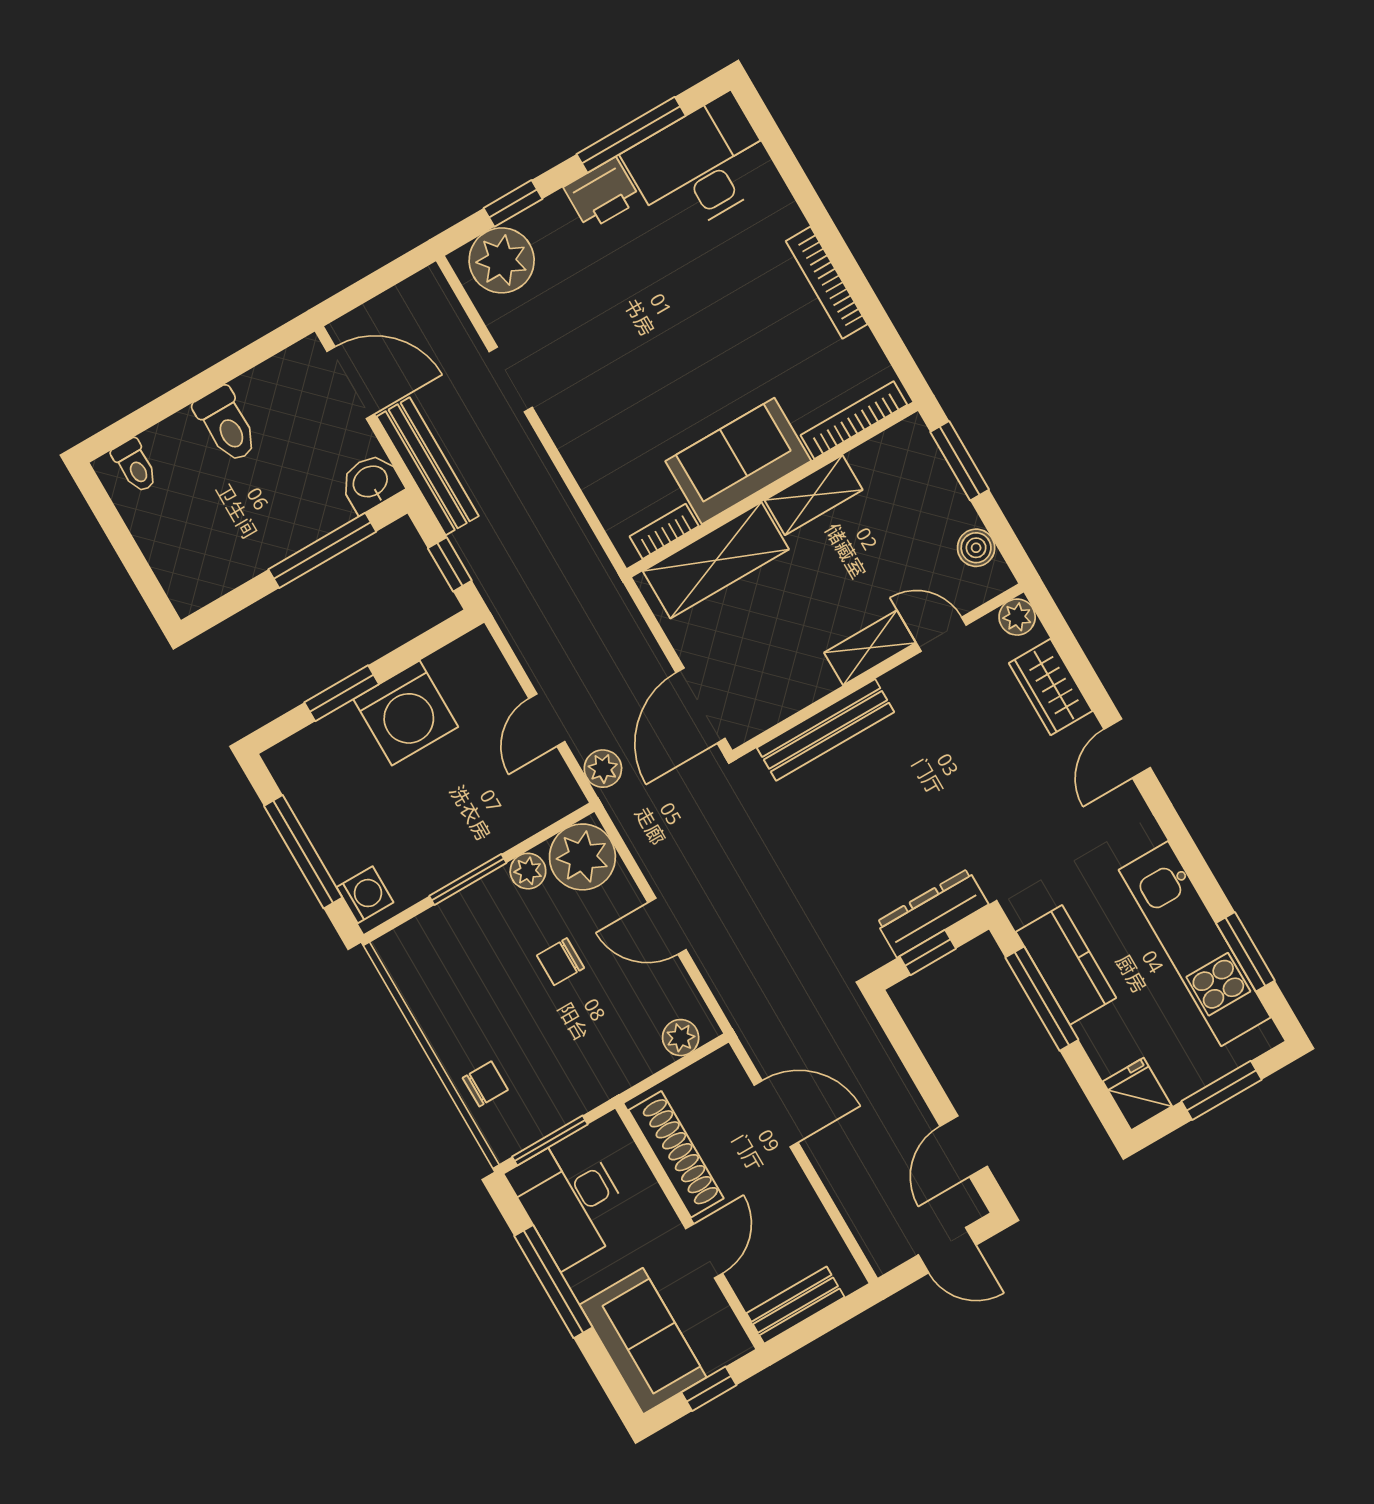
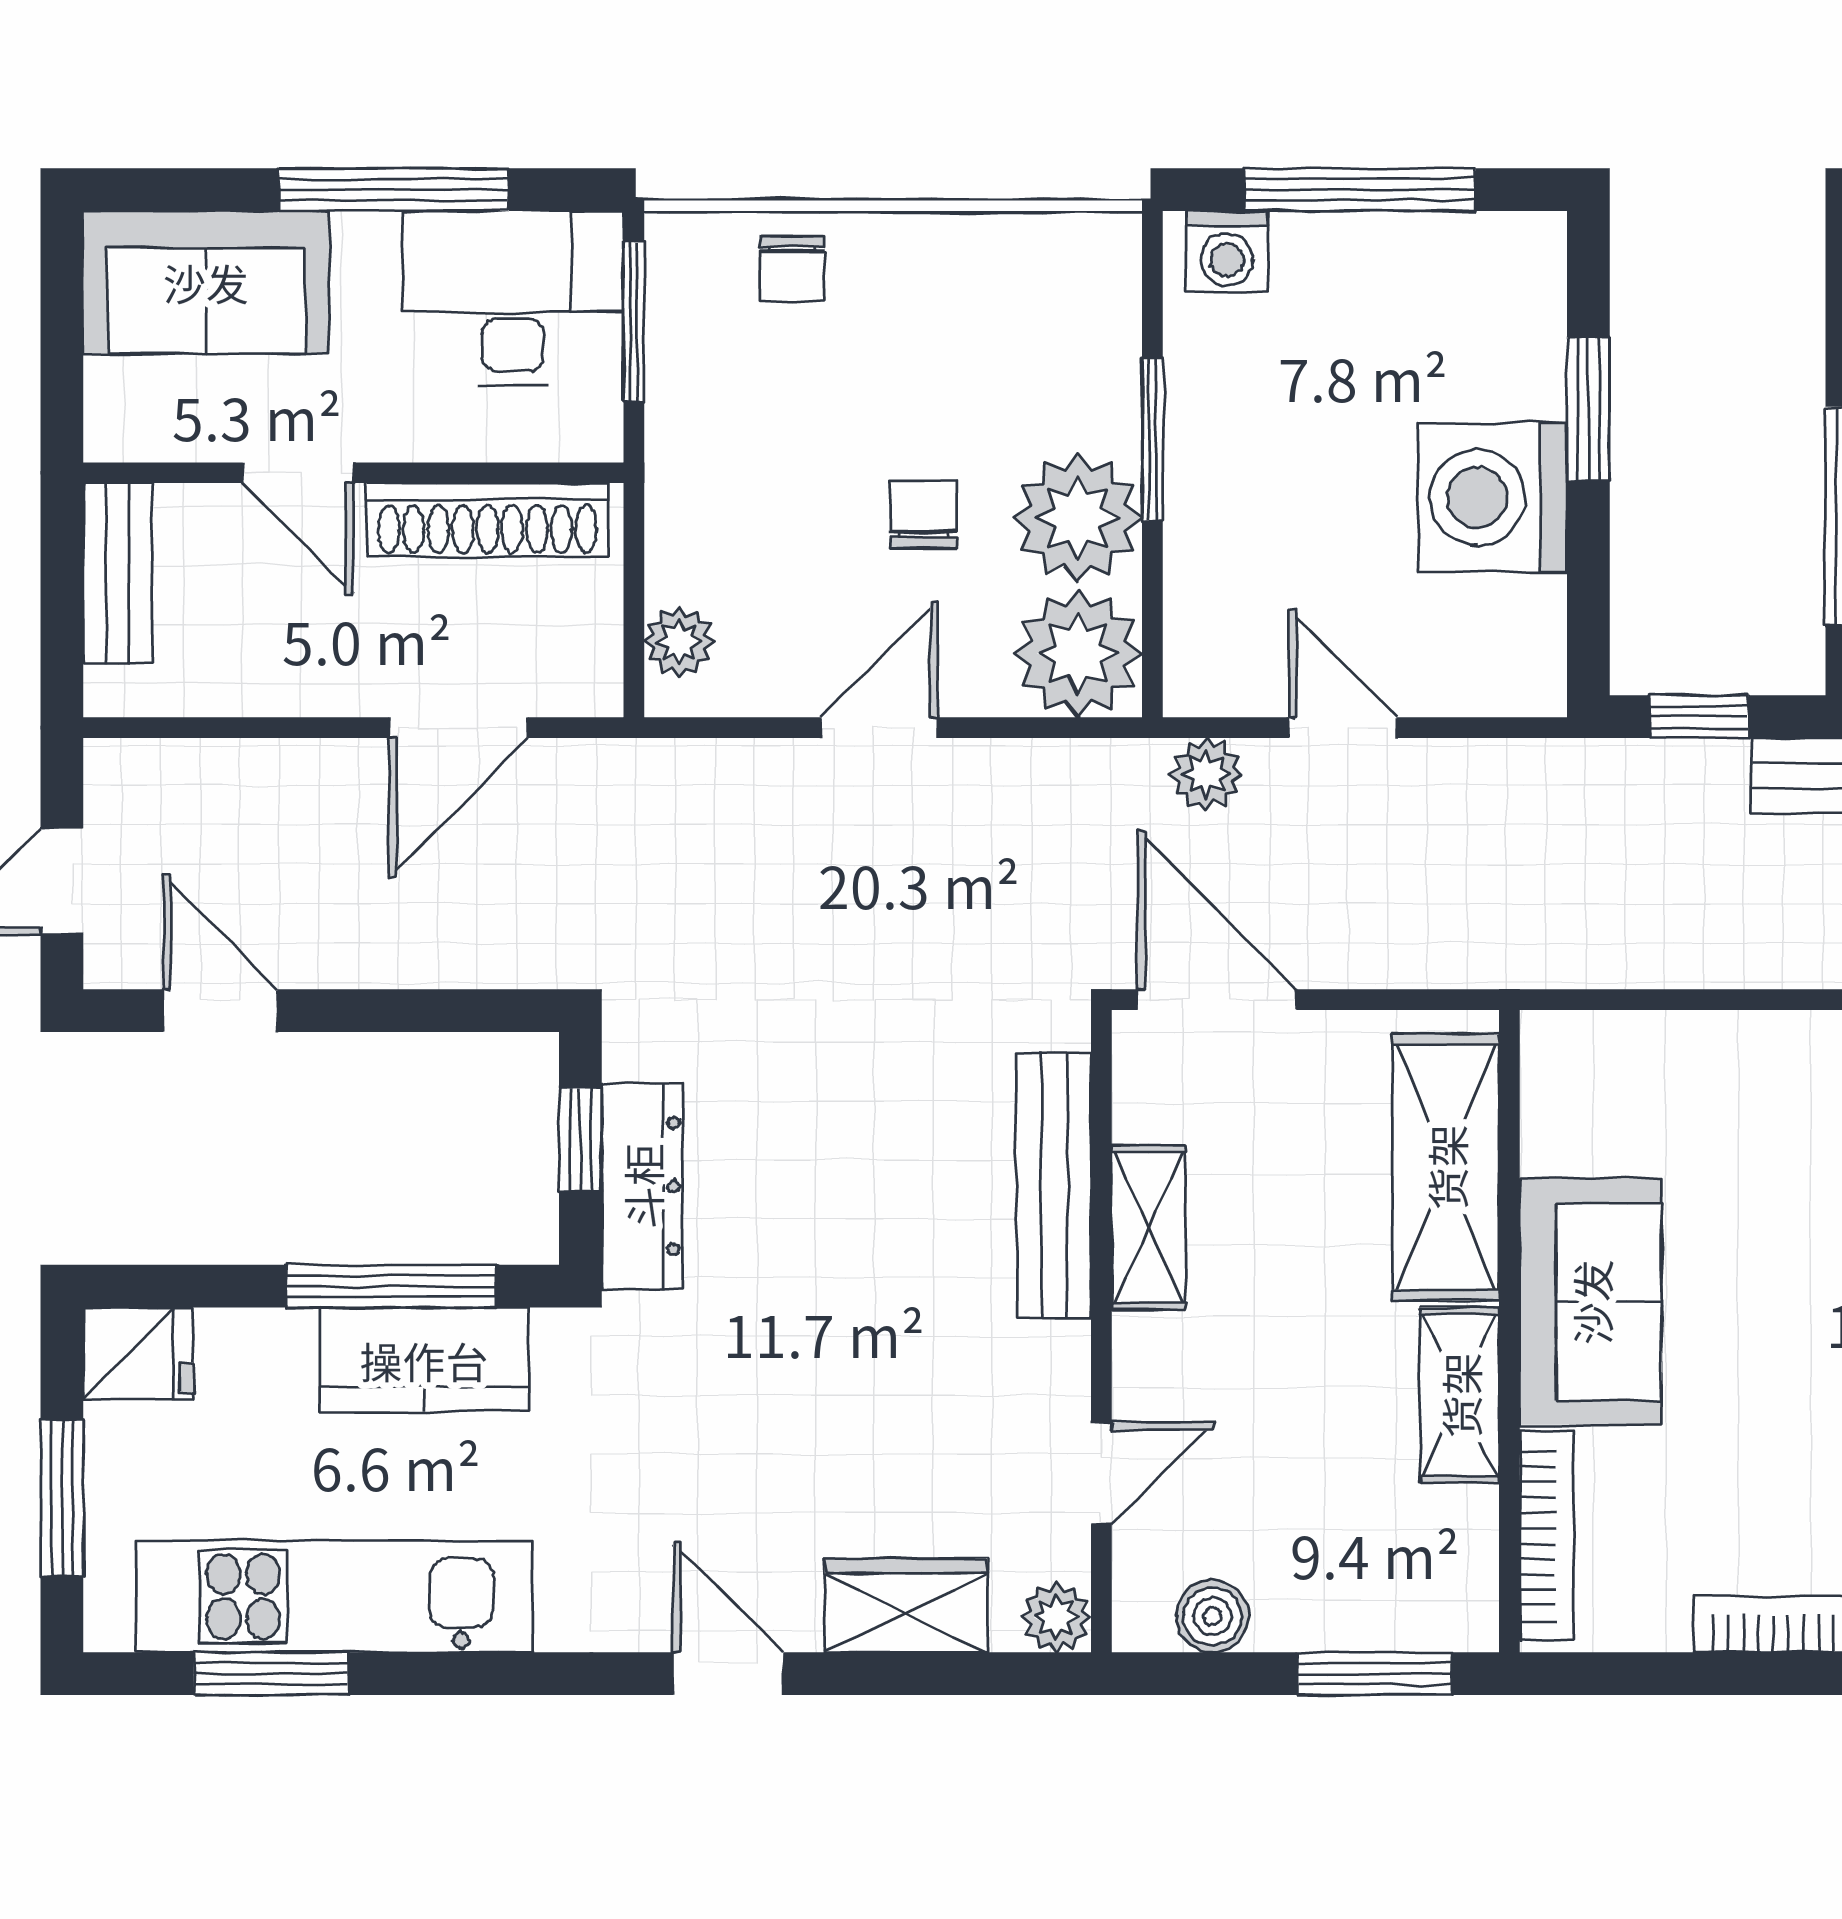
bookcase: (664, 531) -> (1545, 1109), removed
shelving: (870, 648) -> (1148, 1228), moved
plant: (528, 871) -> (1078, 518), width x1.88, depth x1.88
window: (709, 1389) -> (62, 346), removed

